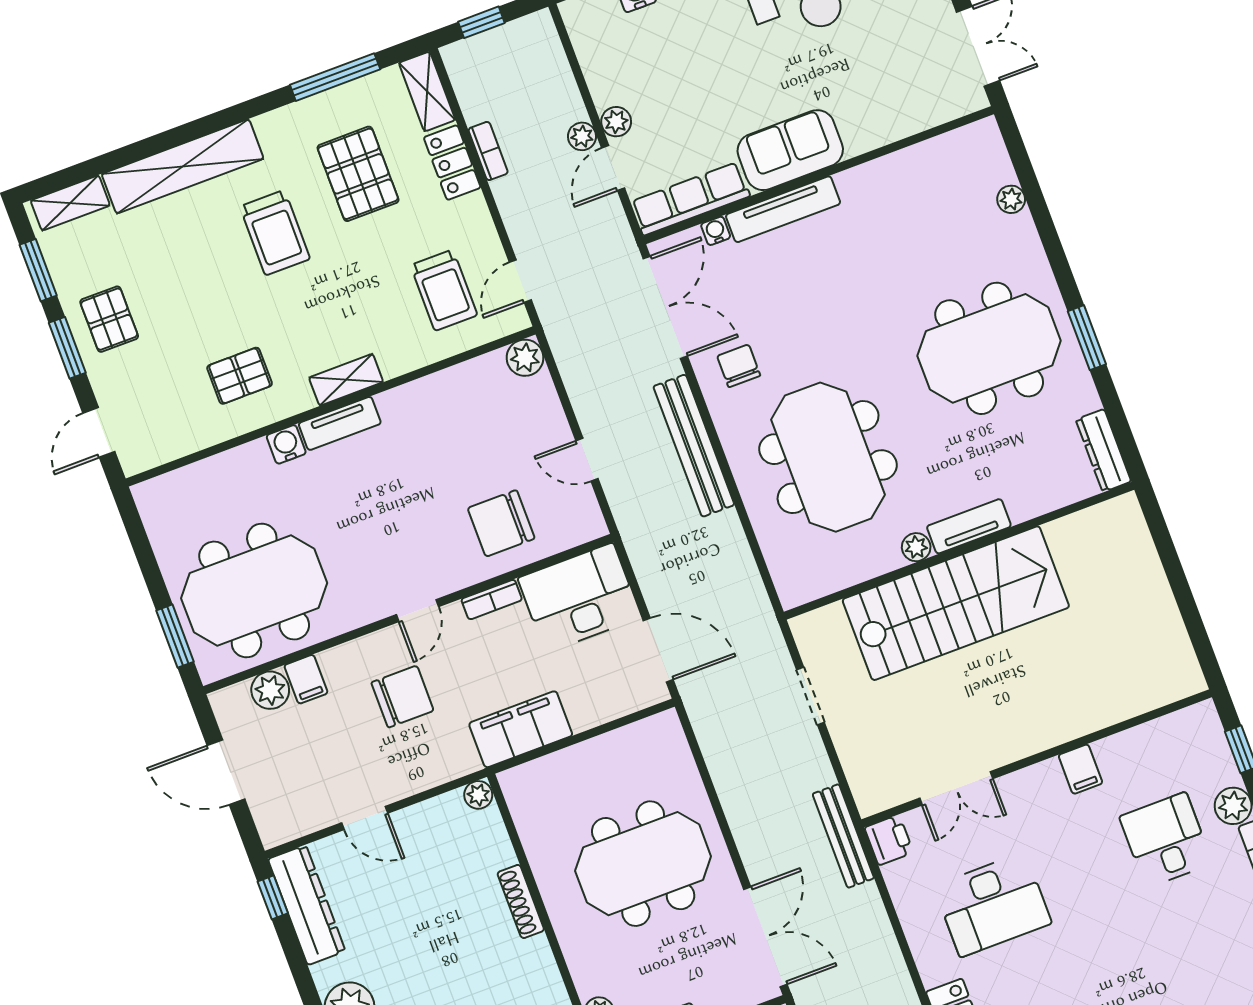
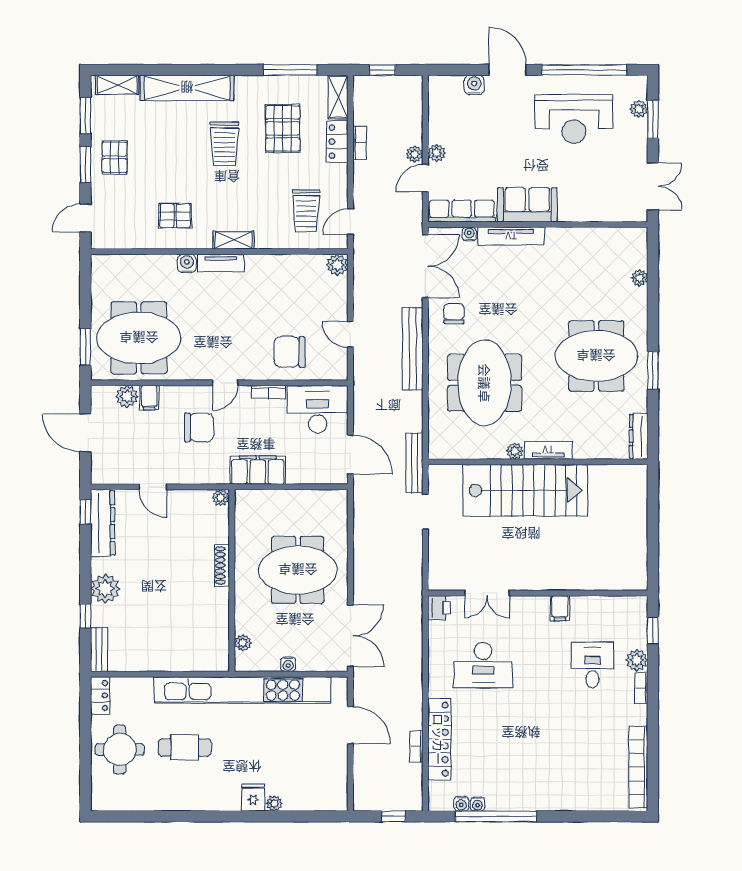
bench: (843, 836) -> (414, 463), moved

